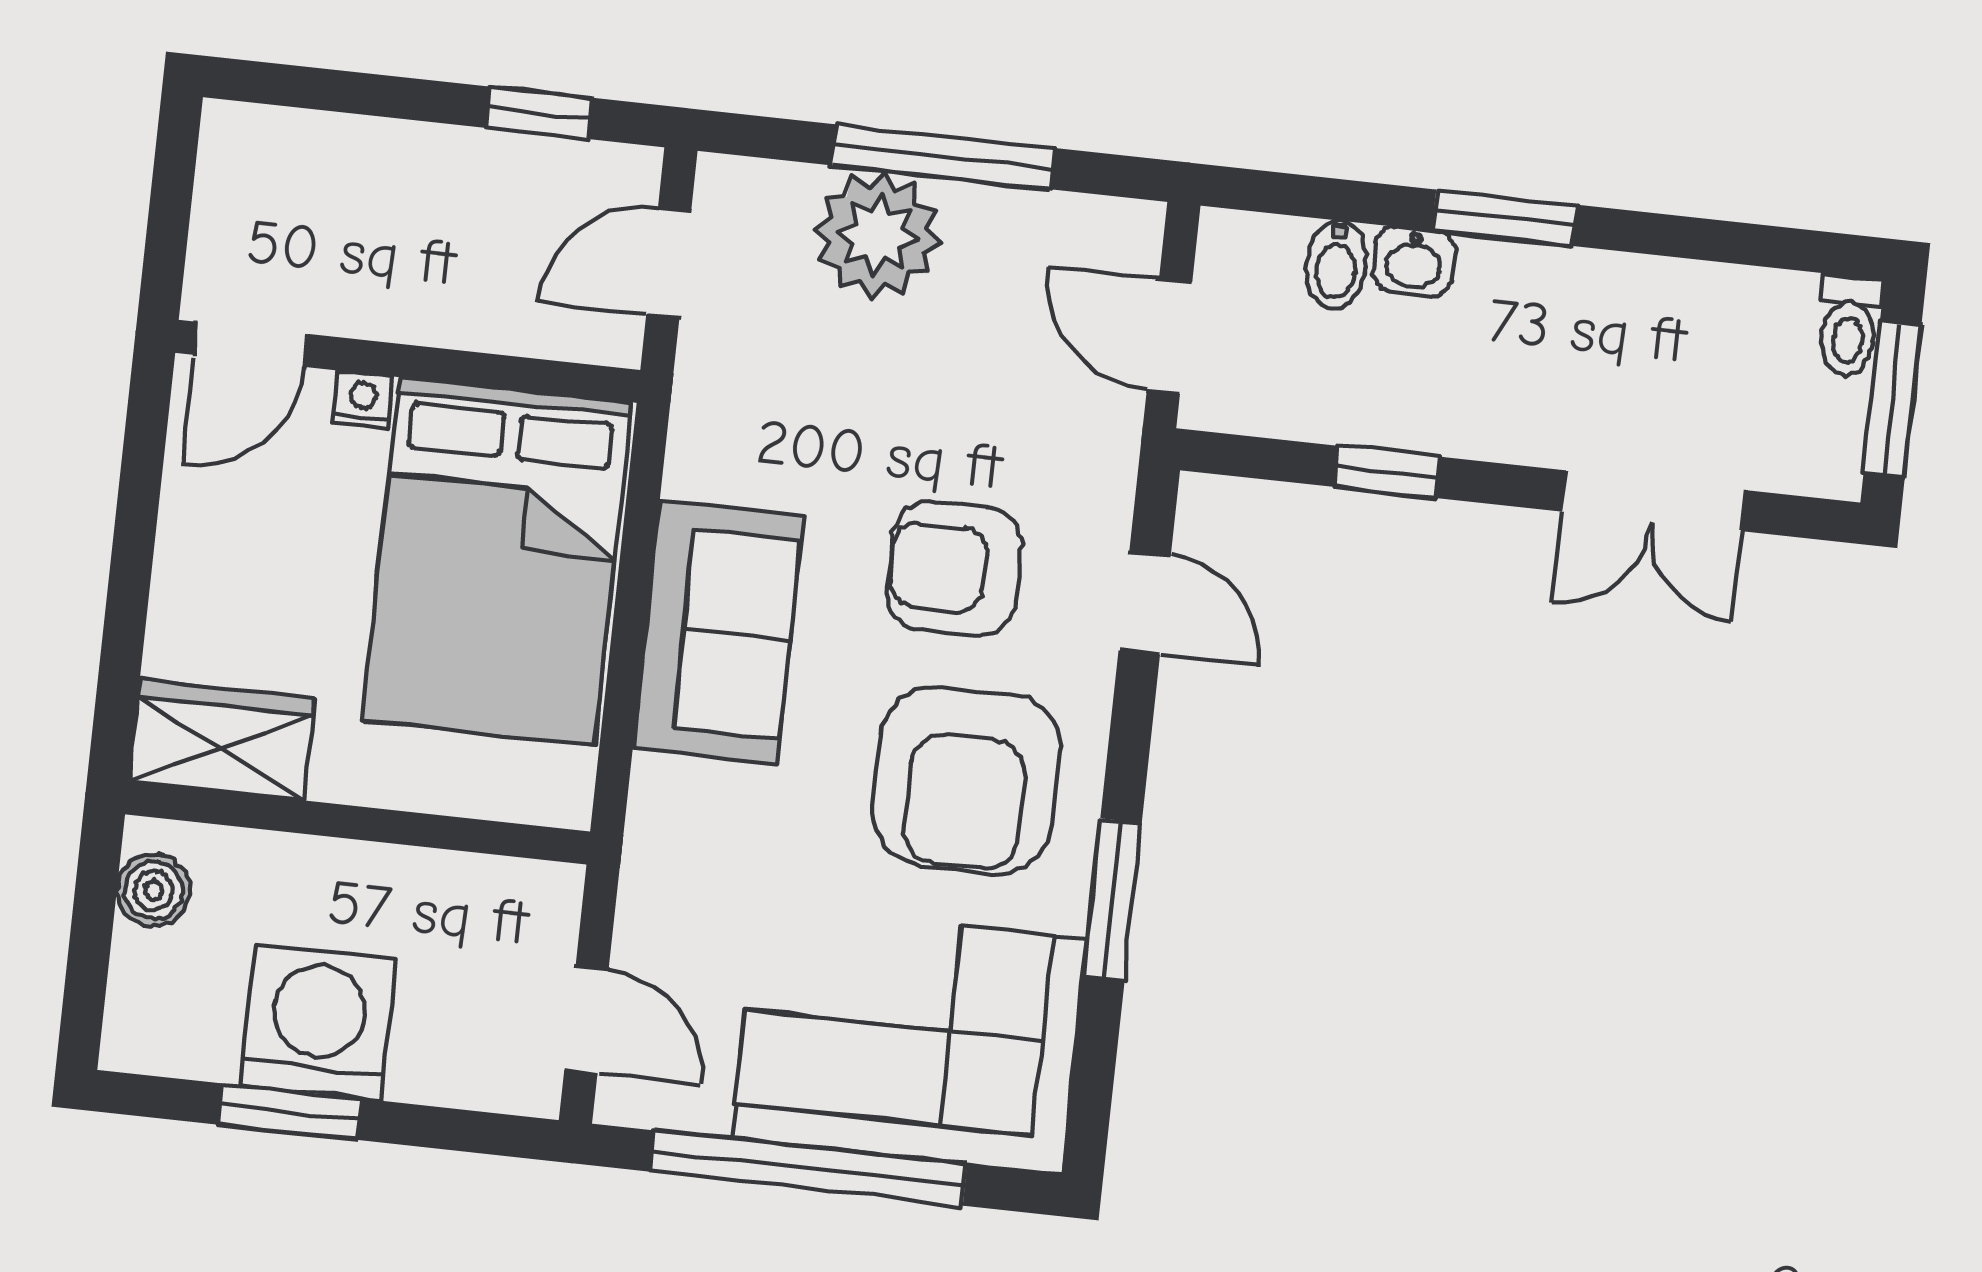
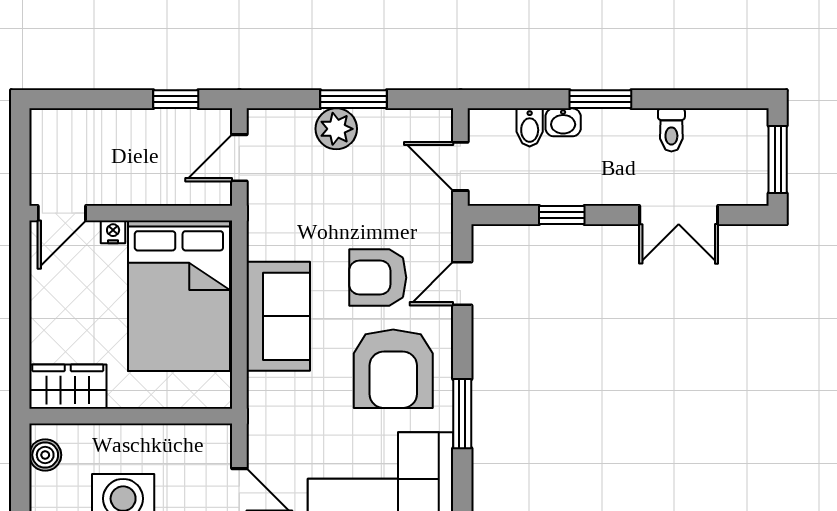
window: (942, 157) -> (353, 99), width x0.69
plant: (877, 235) -> (336, 129), width x0.73, depth x0.73
toilet: (1849, 326) -> (671, 130), moved
door: (1145, 603) -> (462, 284), swing flipped

